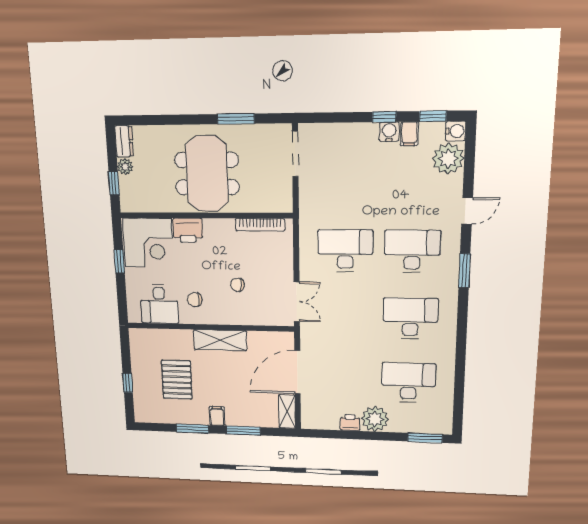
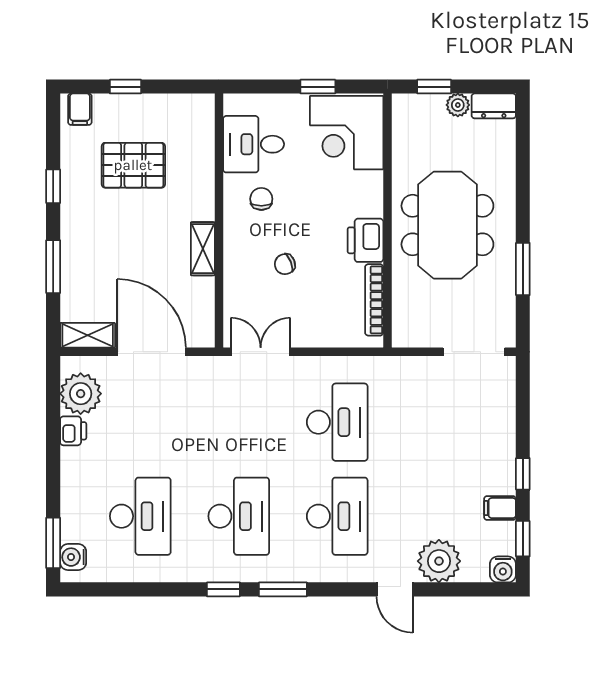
water cooler: (389, 132) -> (73, 557), moved, turned 180
plant: (448, 159) -> (439, 561), moved
meeting table: (207, 174) -> (447, 225), turned 90
printer: (188, 230) -> (365, 240), moved
window: (464, 271) -> (283, 589), moved
chair: (237, 285) -> (285, 264), turned -118
double door: (297, 302) -> (261, 352), swing flipped
window: (462, 330) -> (223, 589), added
shelving: (220, 340) -> (203, 249), width x0.67, depth x0.75
filing cabinet: (217, 416) -> (80, 109), moved, turned 90
plant: (375, 419) -> (81, 394), moved
window: (192, 429) -> (53, 186), width x0.67

